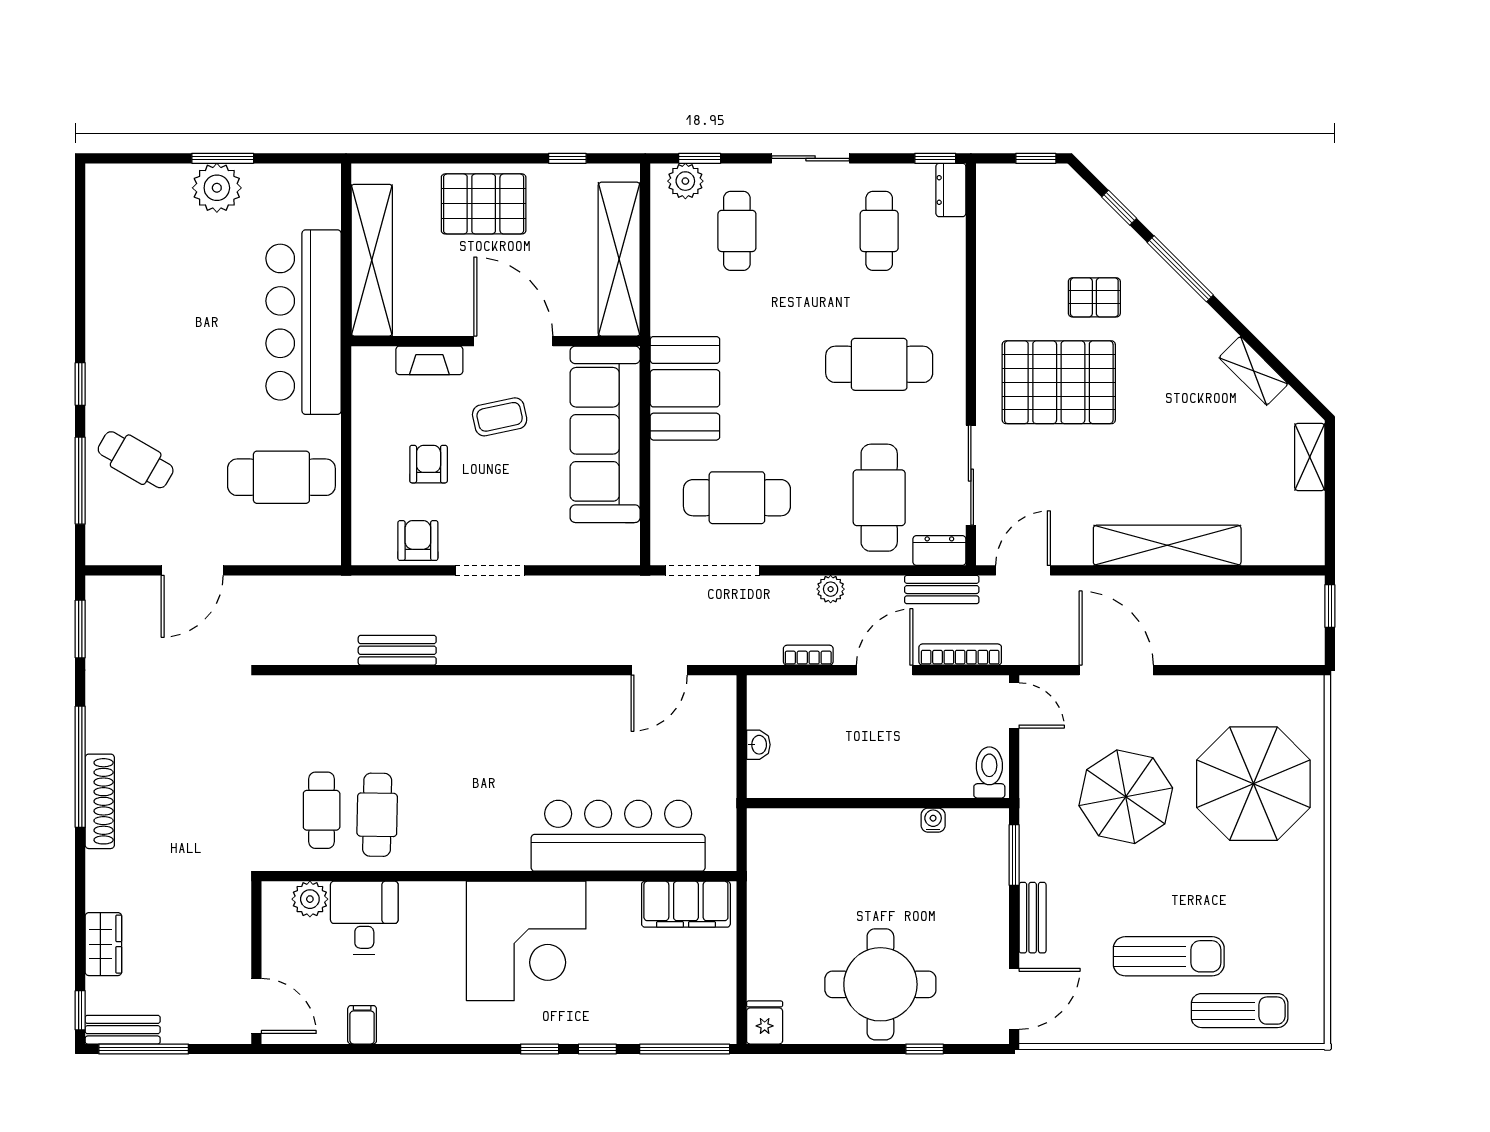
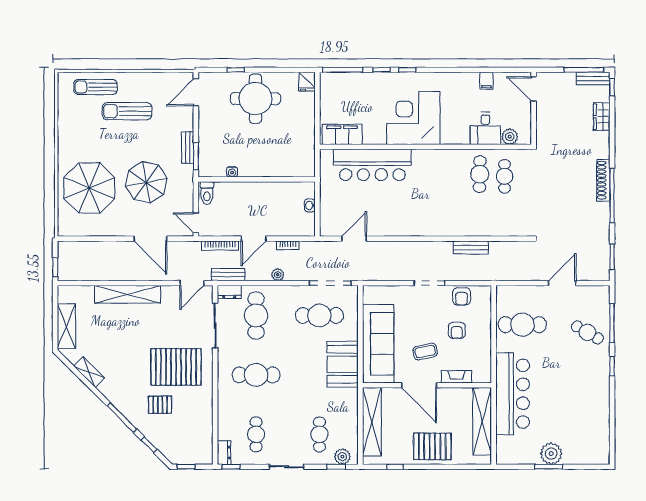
shelving: (1310, 457) -> (66, 326), width x1.50, depth x1.33
bench: (1033, 918) -> (188, 148), moved

